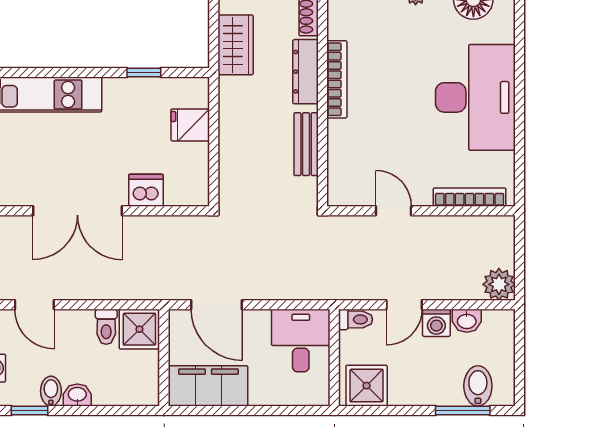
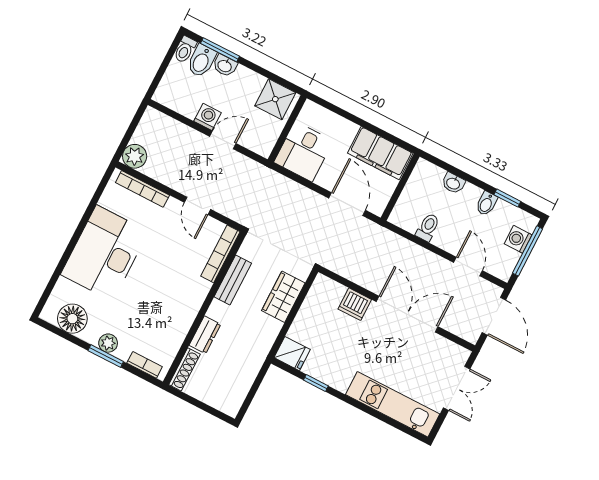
wardrobe: (236, 45) -> (283, 297), moved
dresser: (306, 72) -> (205, 335), width x0.70
bookcase: (337, 79) -> (220, 254), moved
fridge: (190, 125) -> (292, 354), moved
plant: (499, 284) -> (135, 156), moved
toilet: (356, 319) -> (185, 50), moved, turned -90
washbasin: (467, 321) -> (225, 66), moved, turned 180
shower: (139, 329) -> (407, 214), removed
washbasin: (77, 395) -> (453, 183), moved

